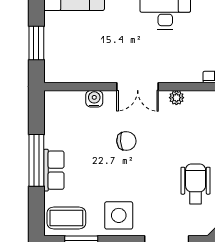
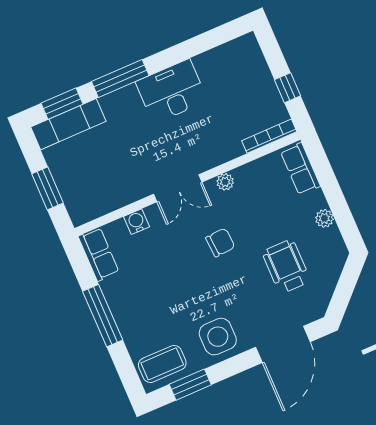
chair: (126, 141) -> (220, 242), moved
row of seats: (54, 170) -> (99, 254), moved

